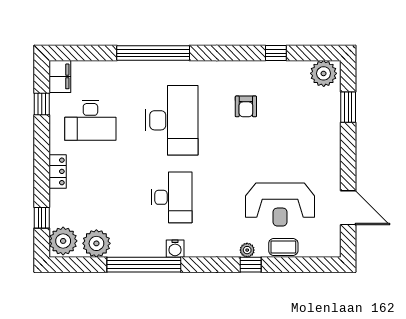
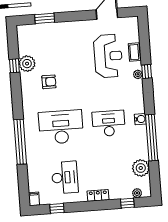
plant: (324, 73) -> (27, 64), moved
filing cabinet: (60, 76) -> (34, 199), width x0.50
plant: (63, 241) -> (137, 193), width x0.53, depth x0.53

